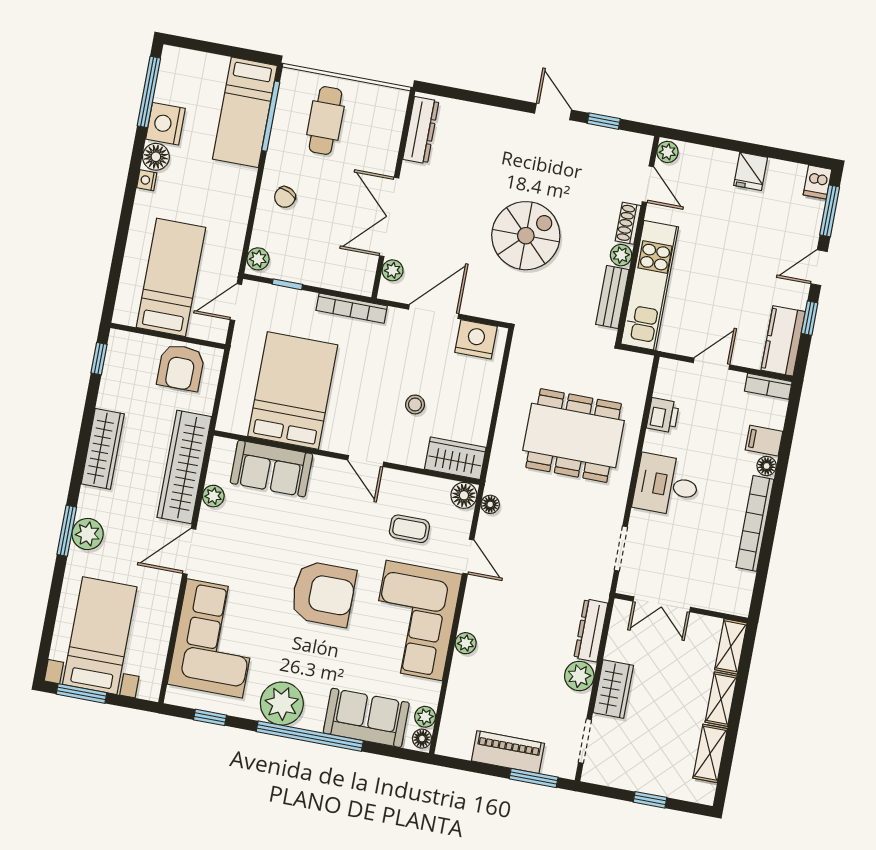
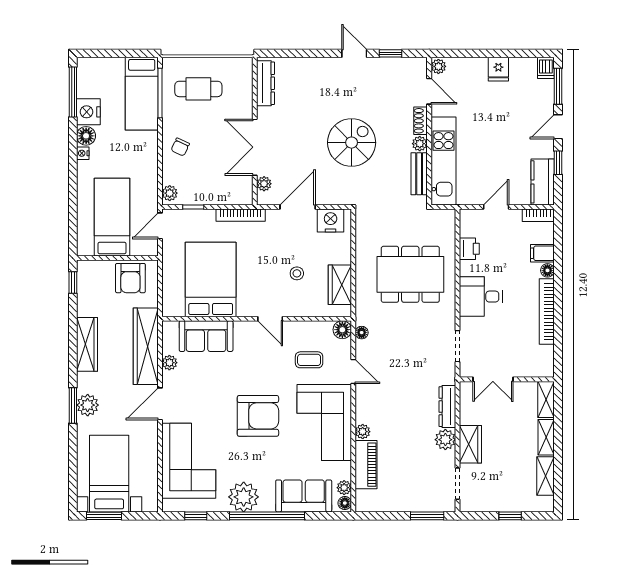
cafe table: (325, 121) -> (198, 89), turned 90
wardrobe: (455, 458) -> (340, 285), moved, turned -90
piano: (508, 752) -> (366, 465), moved, turned 90

